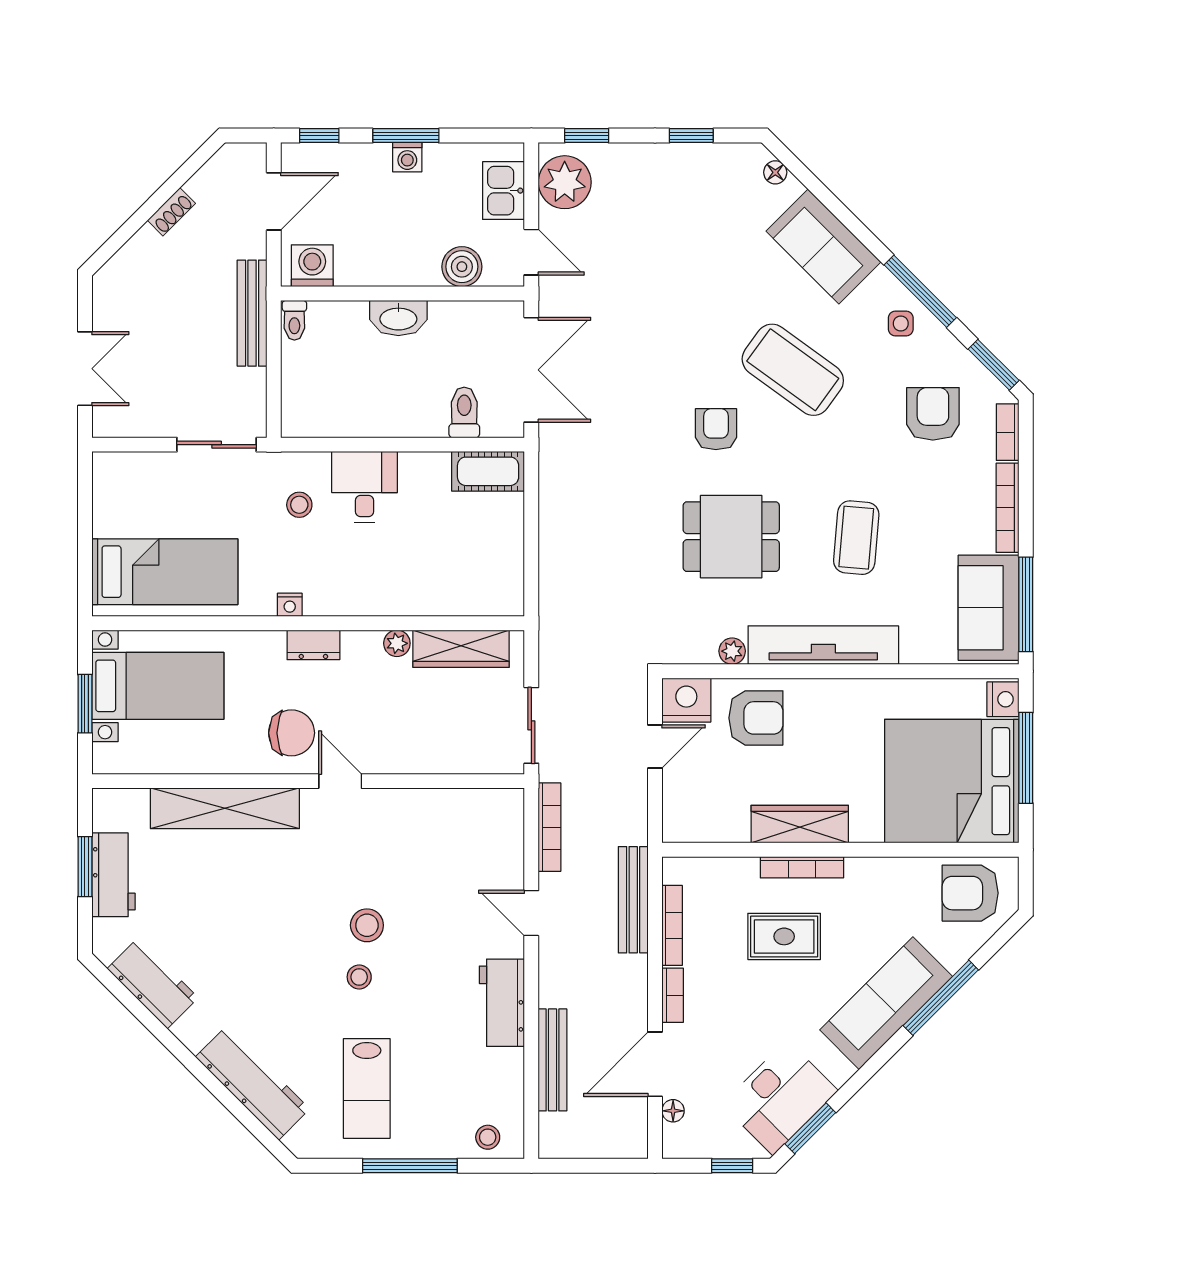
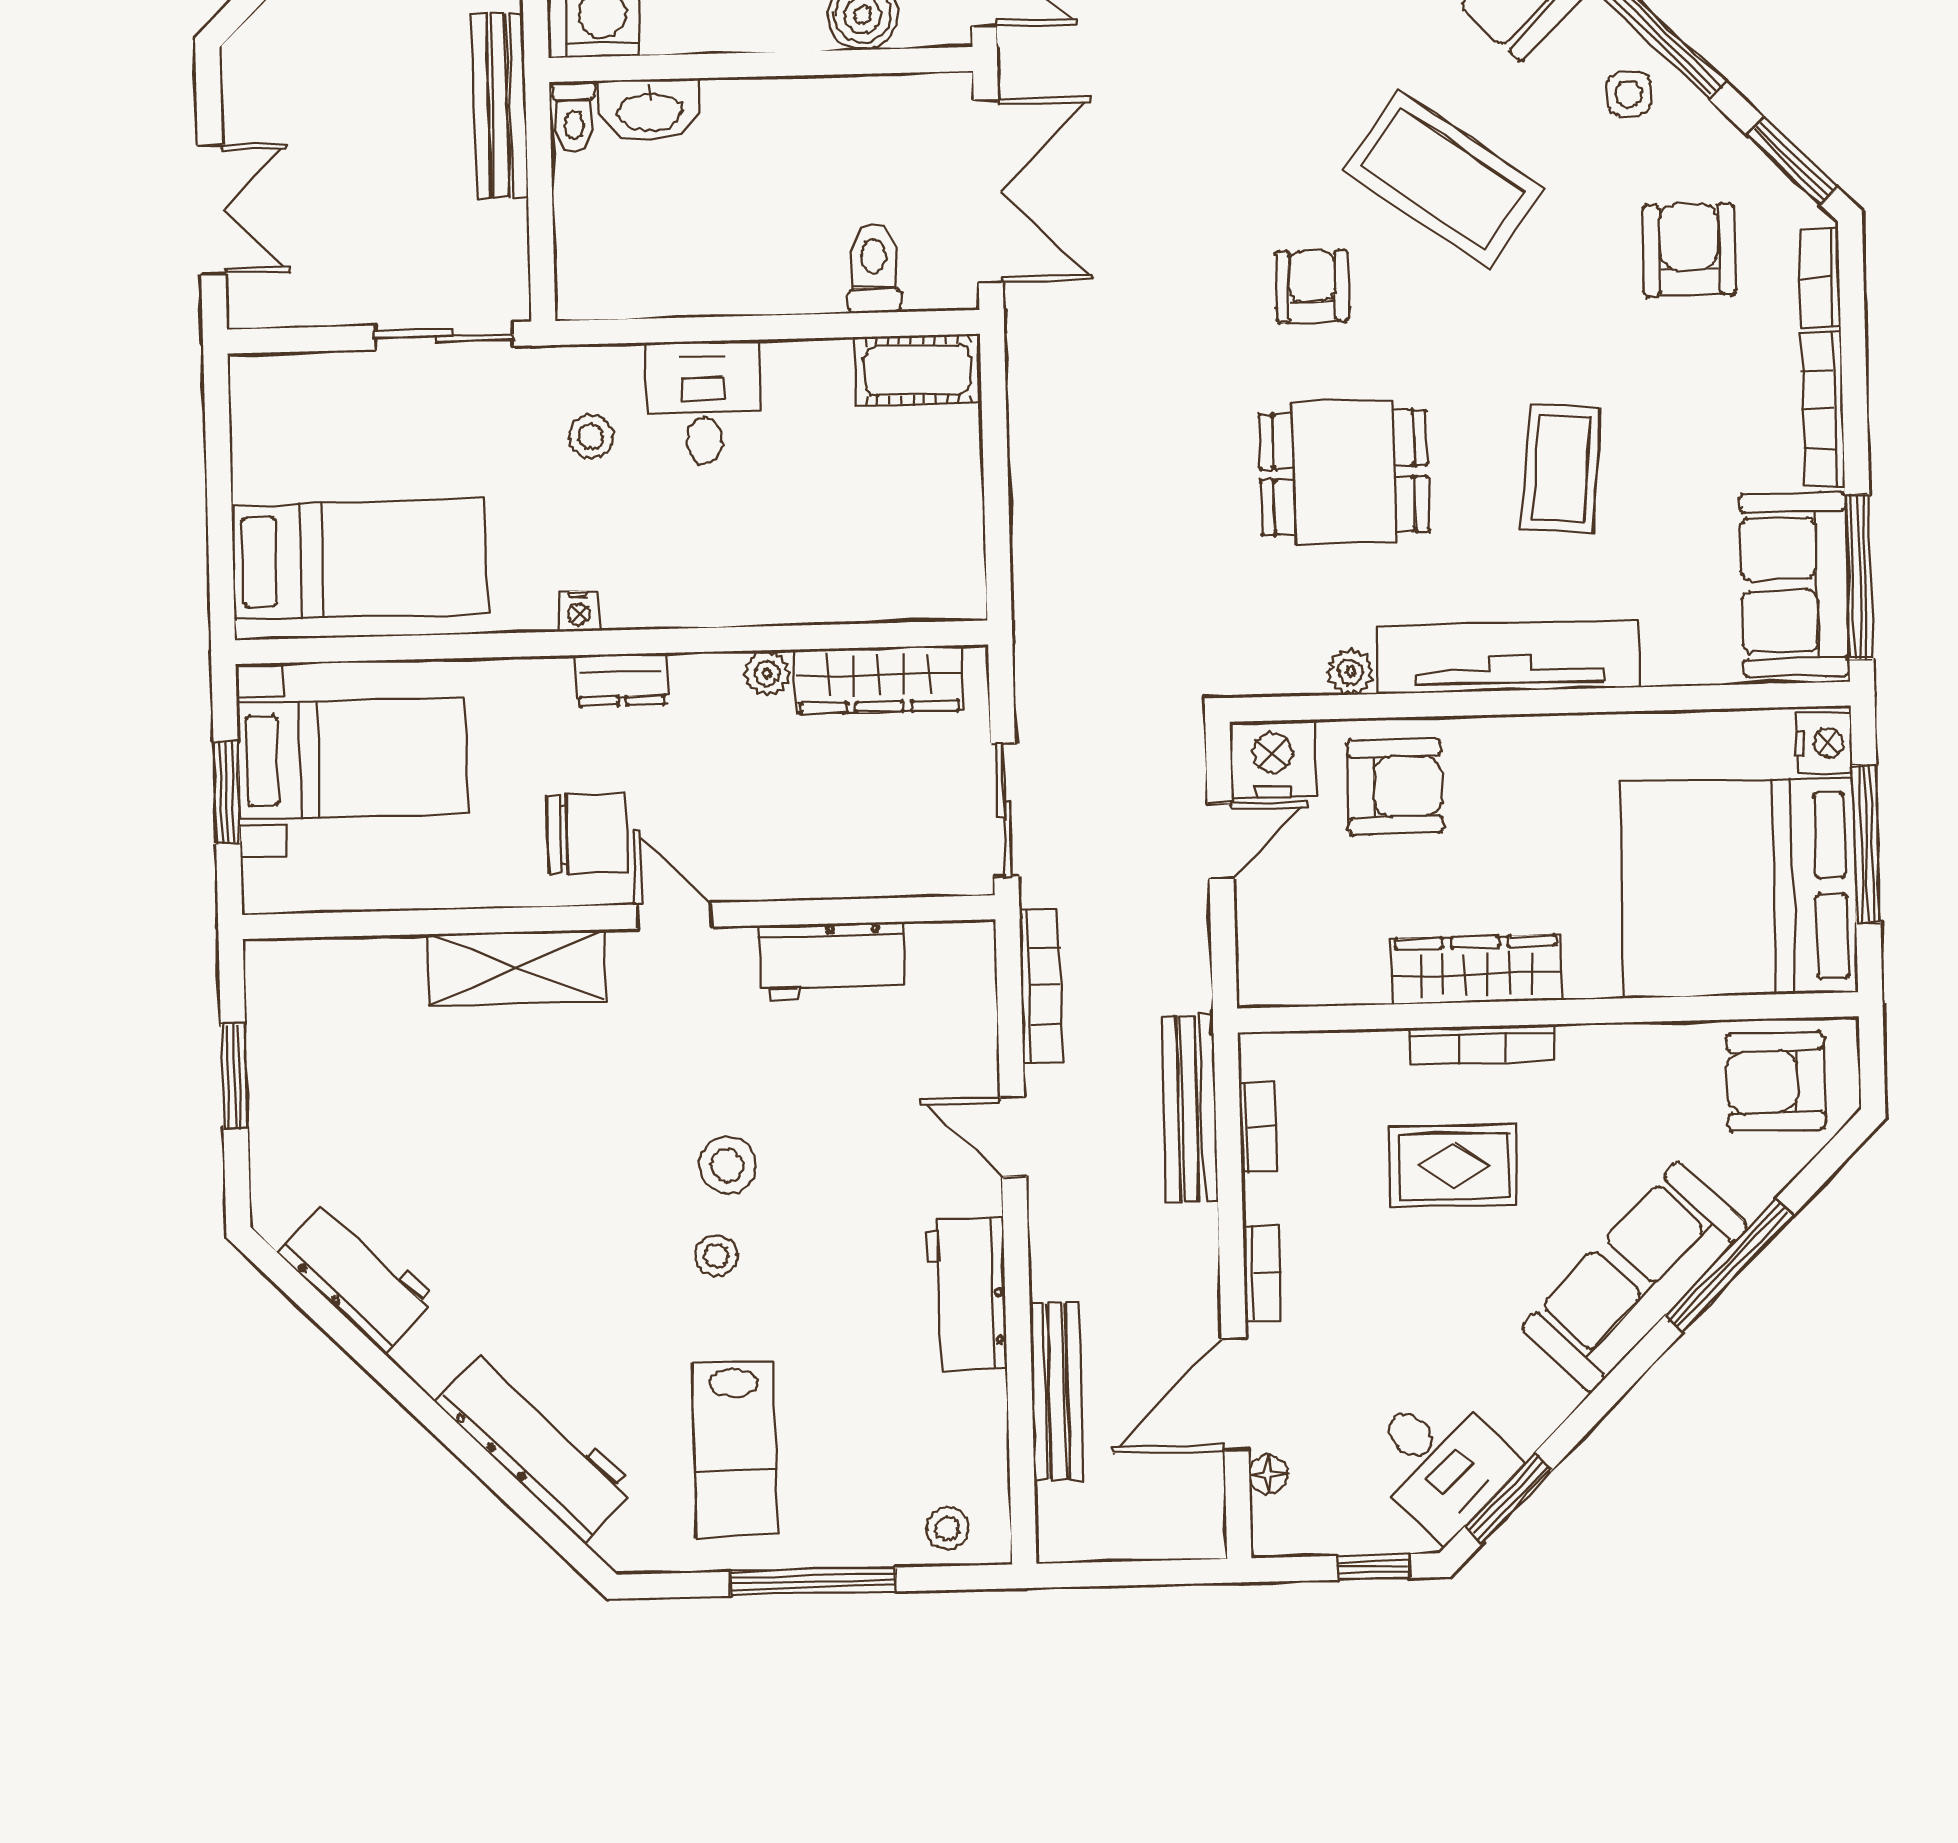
washbasin: (398, 318) -> (650, 110), moved
shelving: (225, 808) -> (516, 967), width x0.68
workbench: (113, 875) -> (831, 961), moved, turned 90
bookcase: (672, 925) -> (1258, 1127), width x0.64
desk: (780, 1098) -> (1439, 1462), width x0.73

